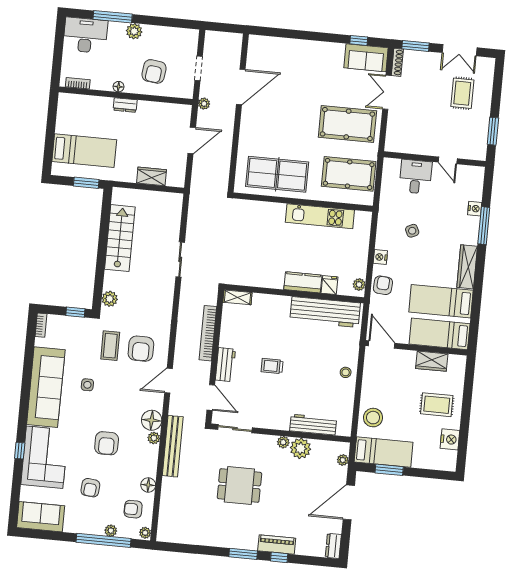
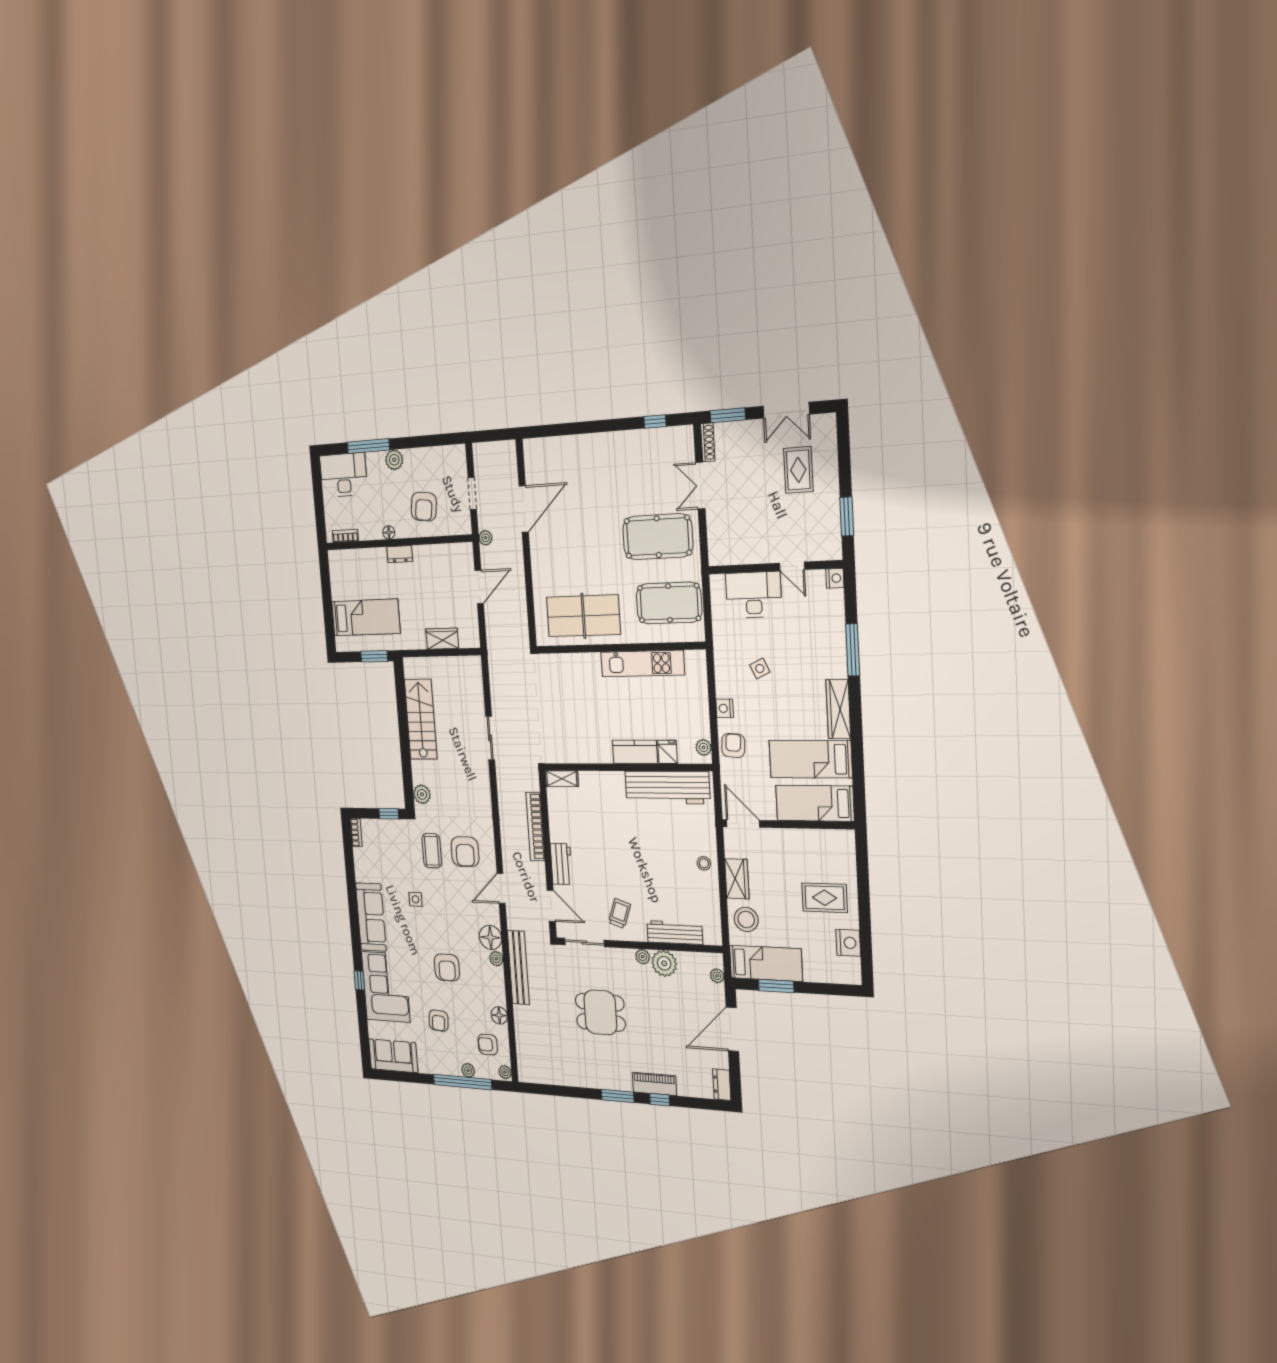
sofa: (366, 58) -> (667, 443), removed
desk: (416, 177) -> (754, 595), width x1.37
nightstand: (475, 209) -> (835, 578), moved
wardrobe: (432, 361) -> (737, 879), moved, turned -90
trolley: (272, 366) -> (619, 913), moved, turned 109
sofa: (46, 387) -> (371, 917), width x0.74, depth x0.79

